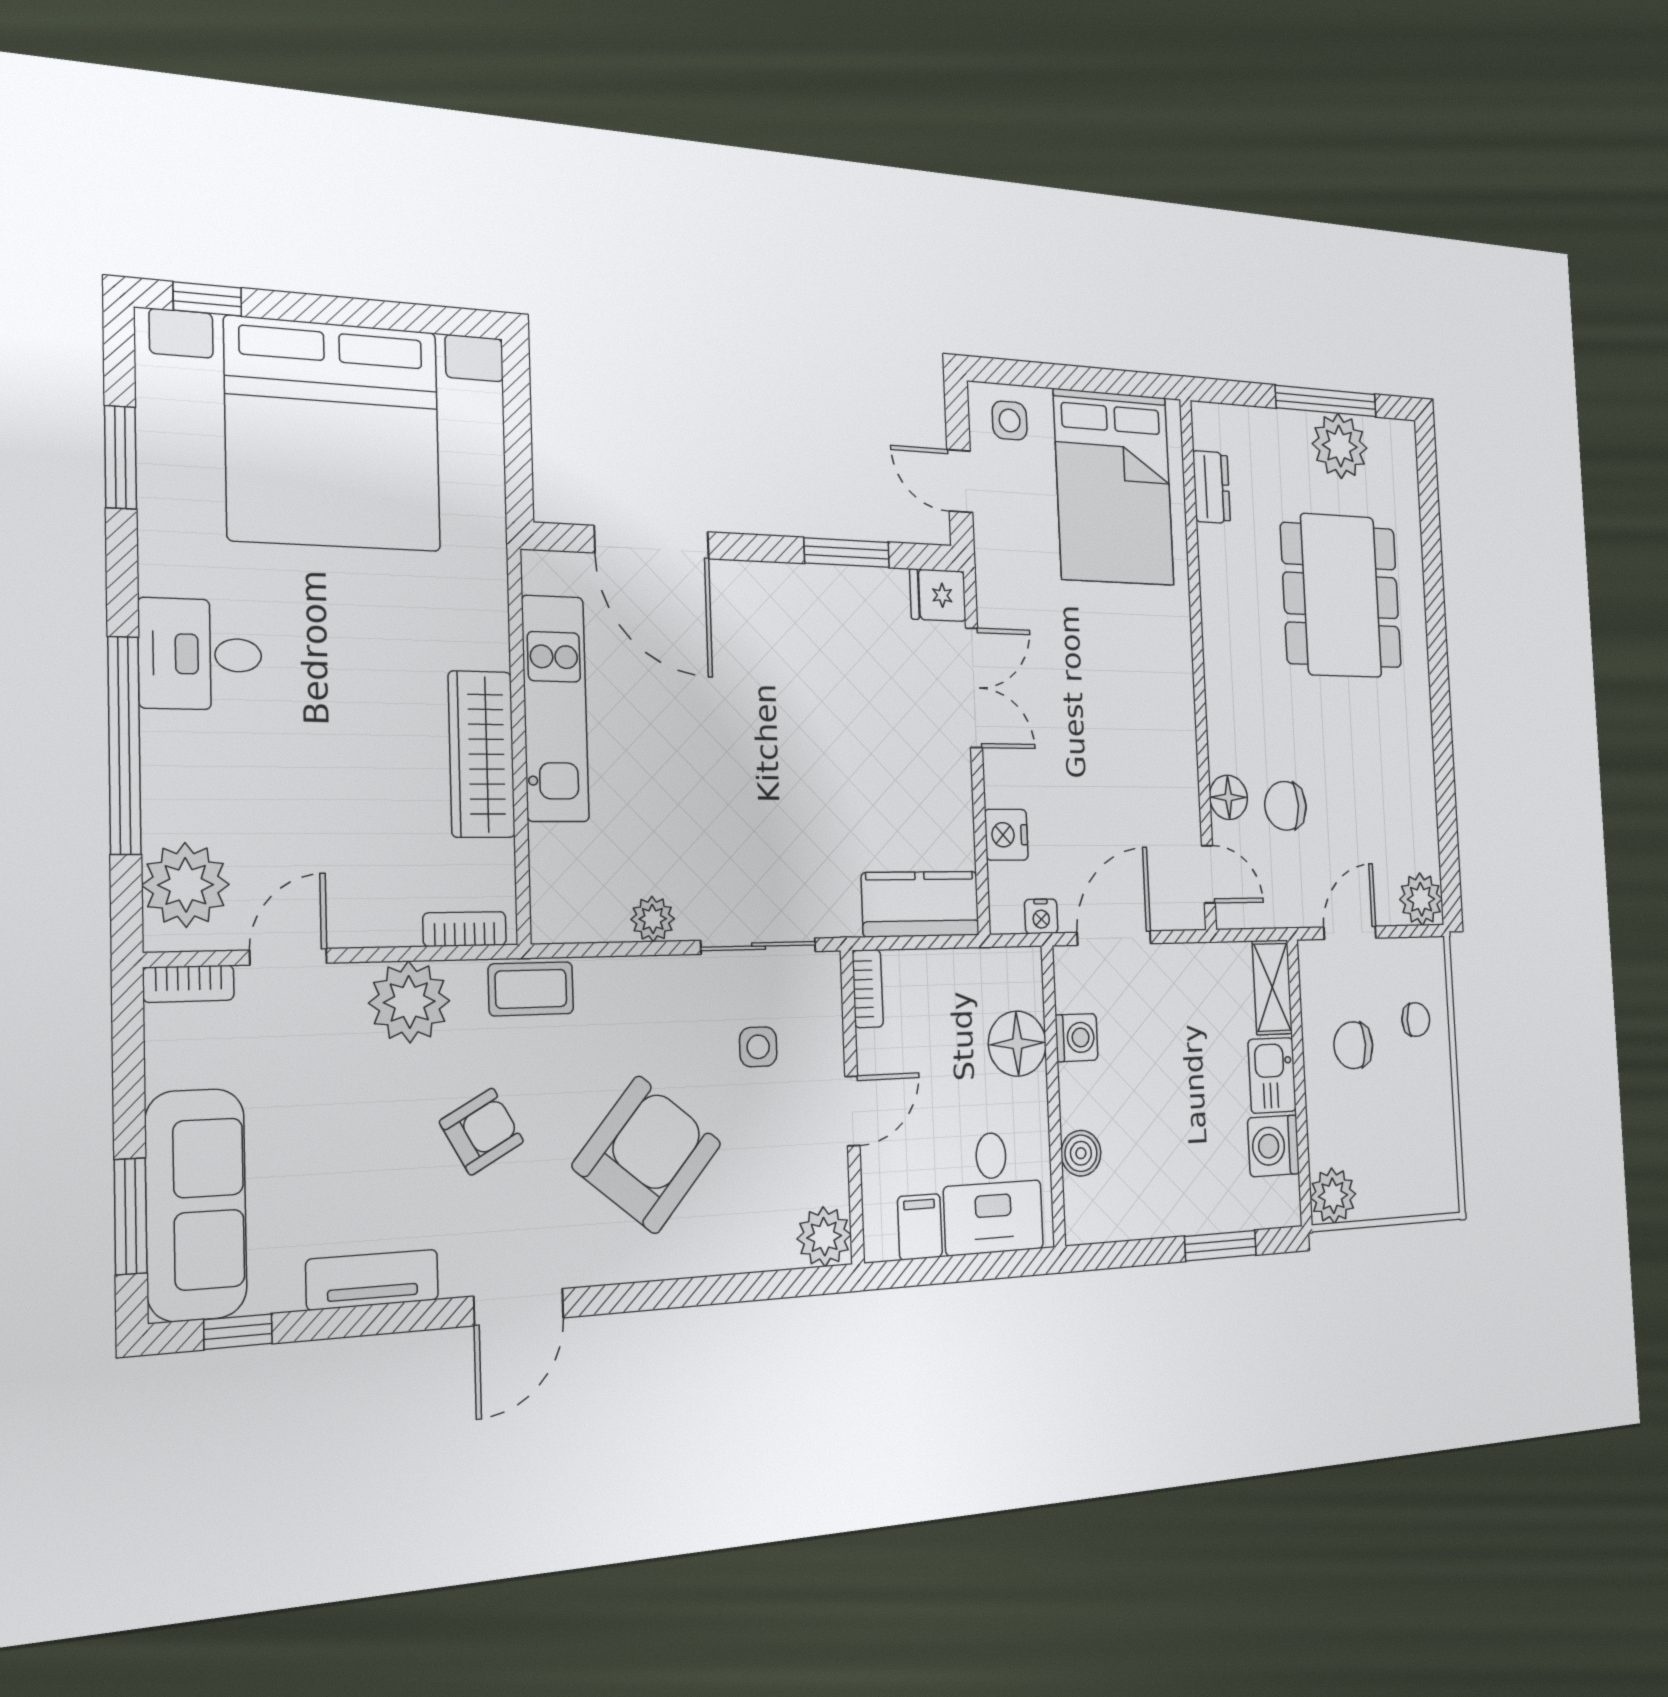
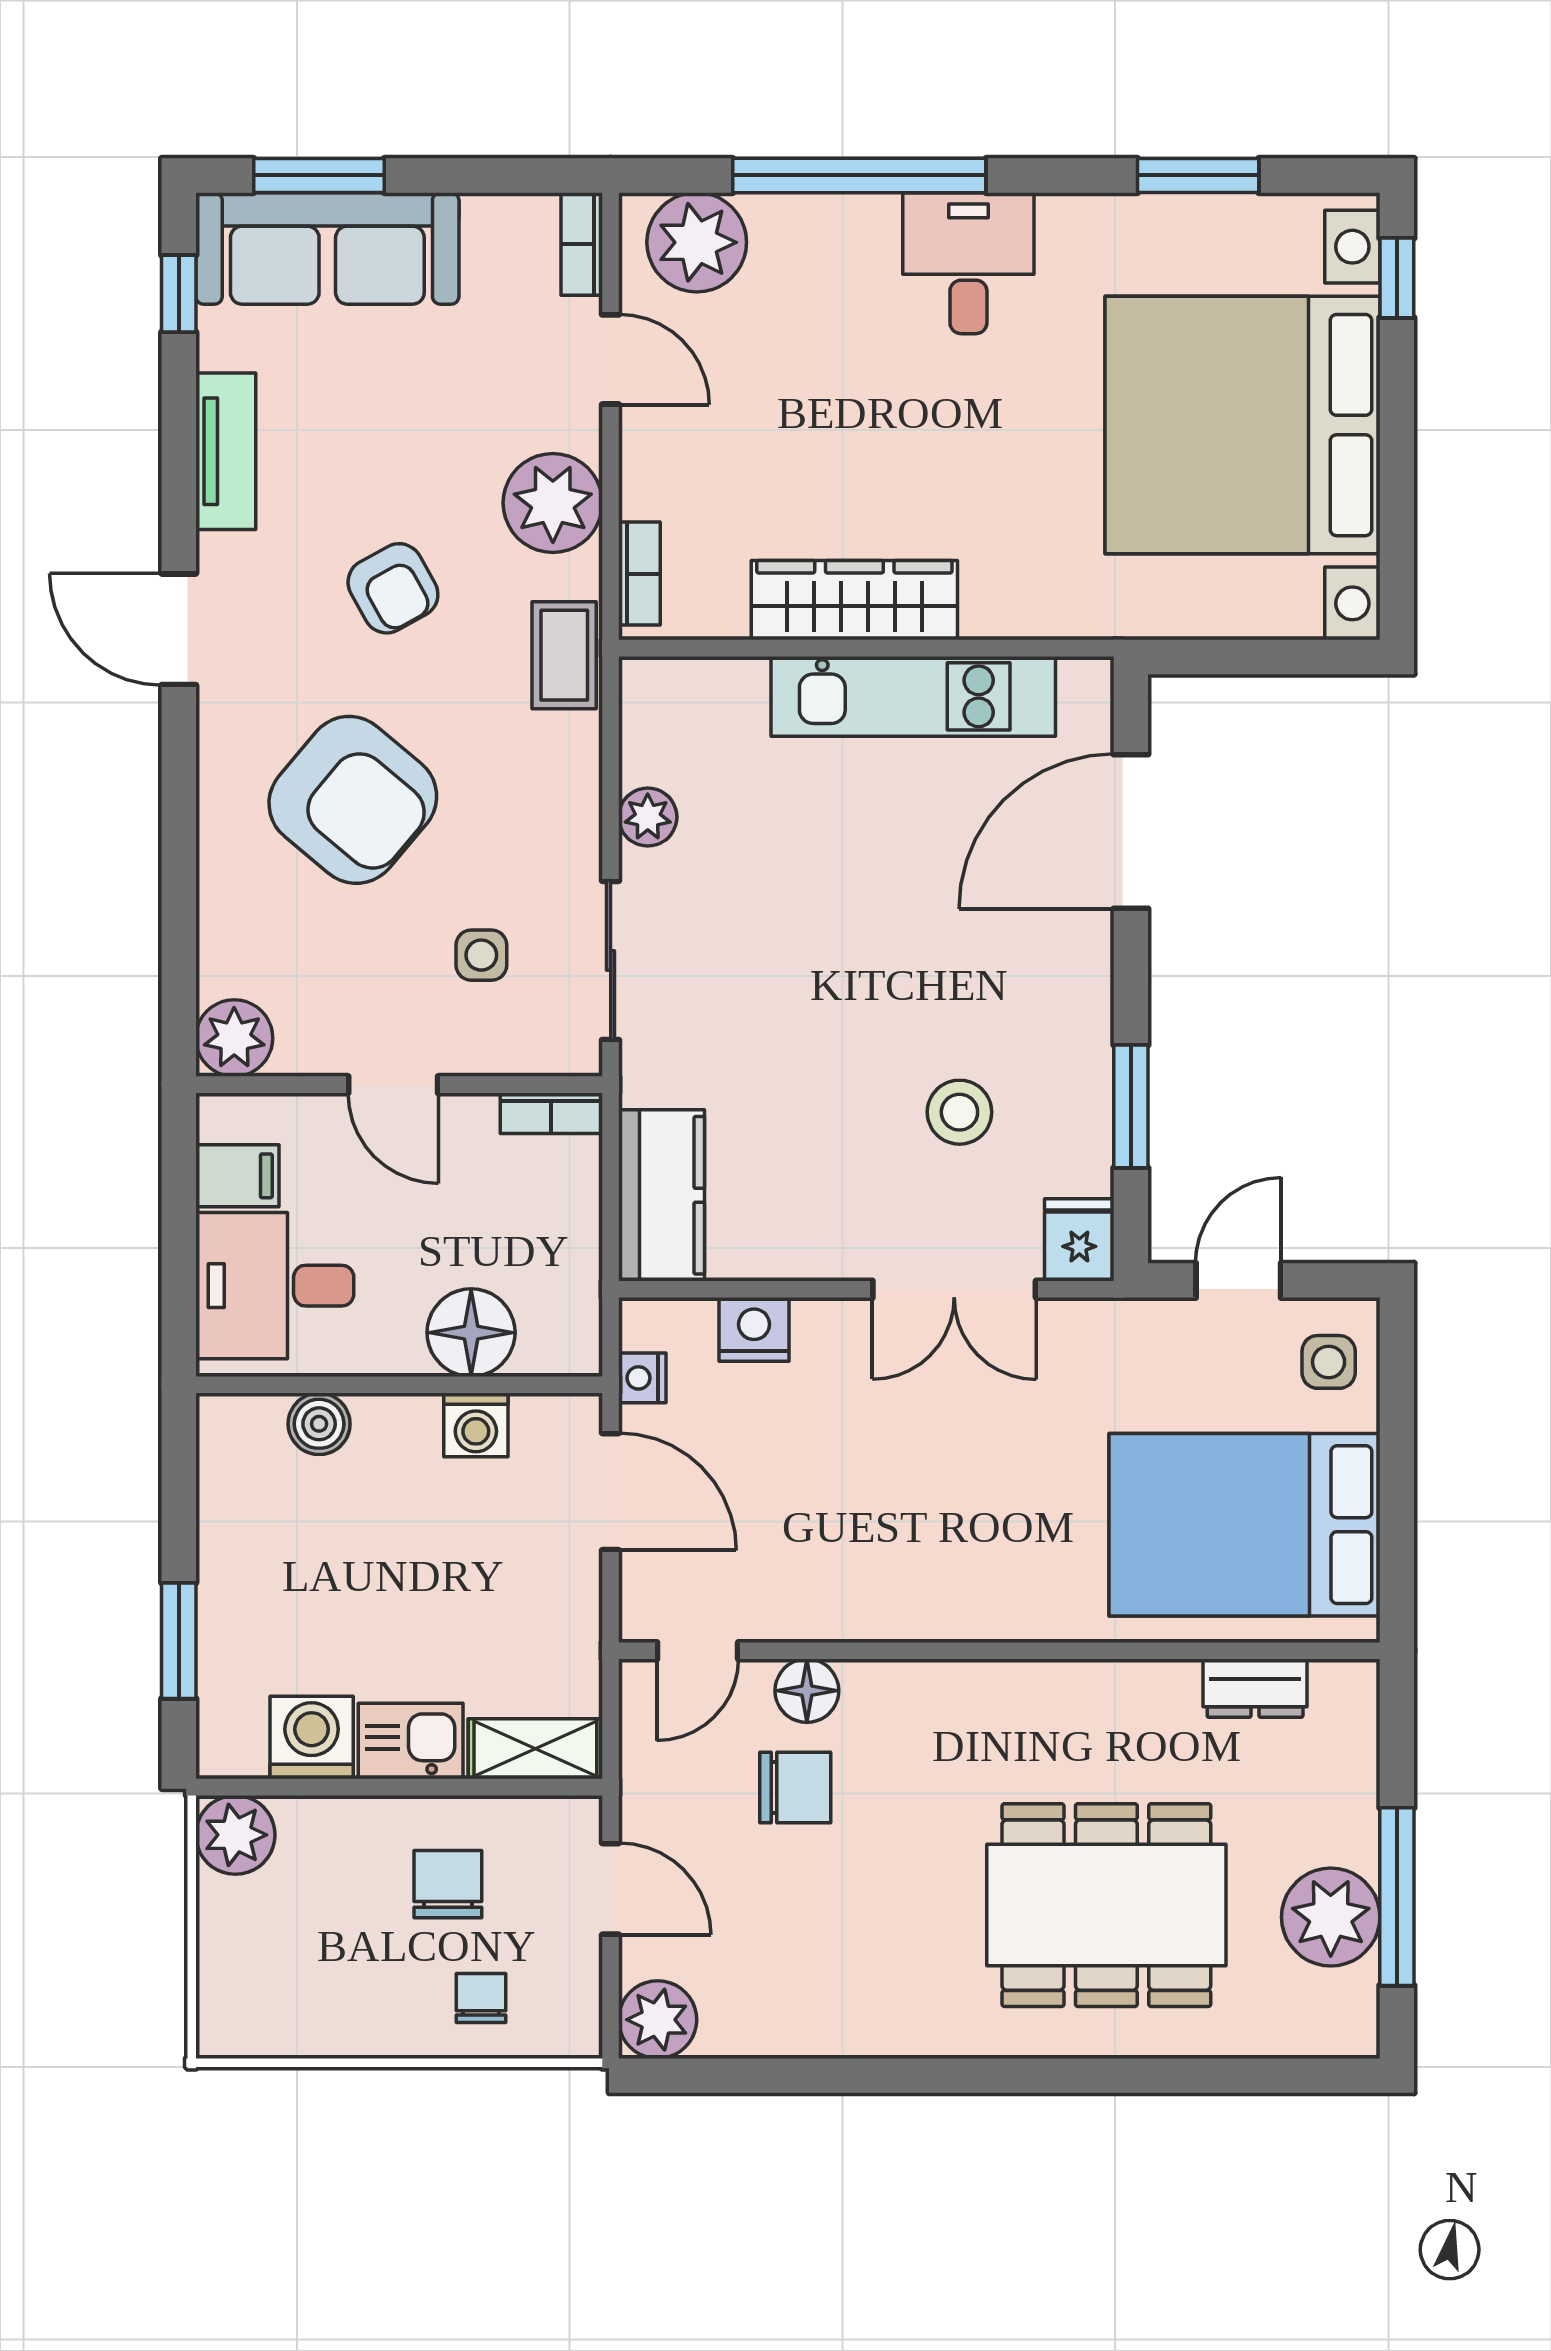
stool: (855, 680) -> (959, 1112), added
chair: (1285, 806) -> (795, 1788), turned 90
chair: (1416, 1020) -> (481, 1998), turned 180

